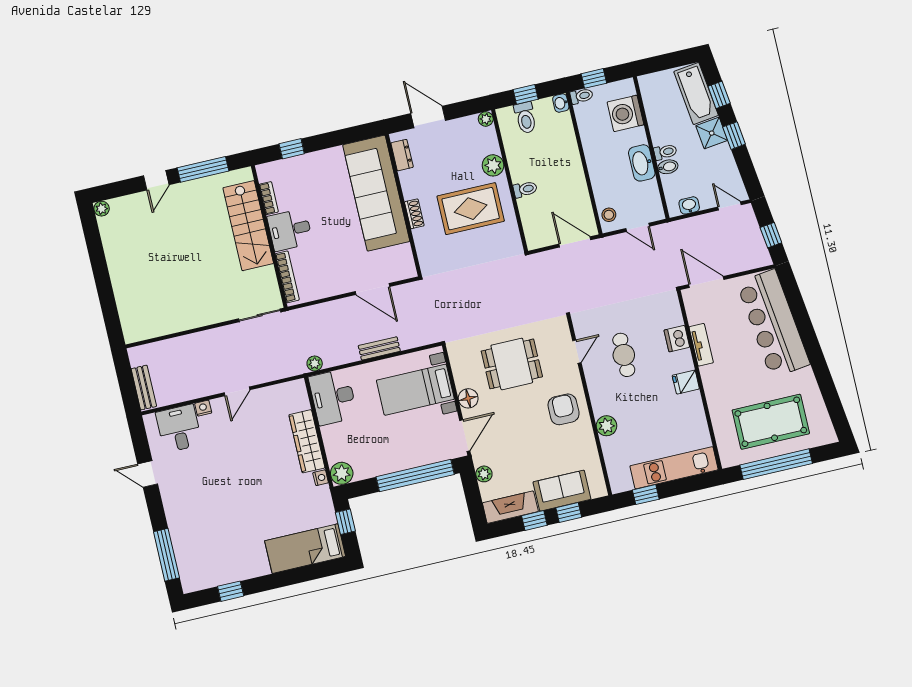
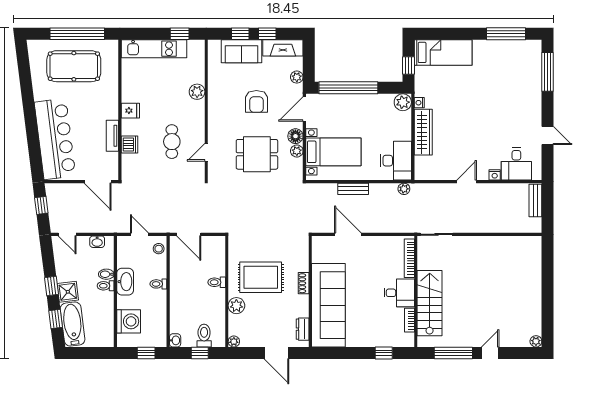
toilet: (582, 96) -> (158, 284), moved
plant: (462, 380) -> (297, 151), added
armchair: (564, 409) -> (256, 101), moved
window: (231, 591) -> (506, 34), width x2.17

